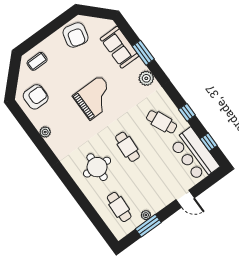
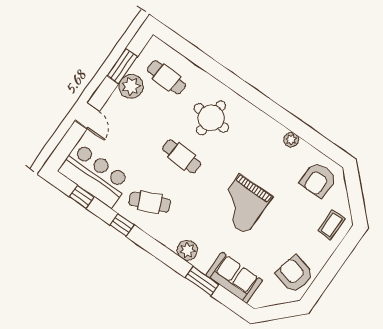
door: (185, 199) -> (87, 116), swing flipped
plant: (146, 215) -> (131, 86), width x1.87, depth x1.87

